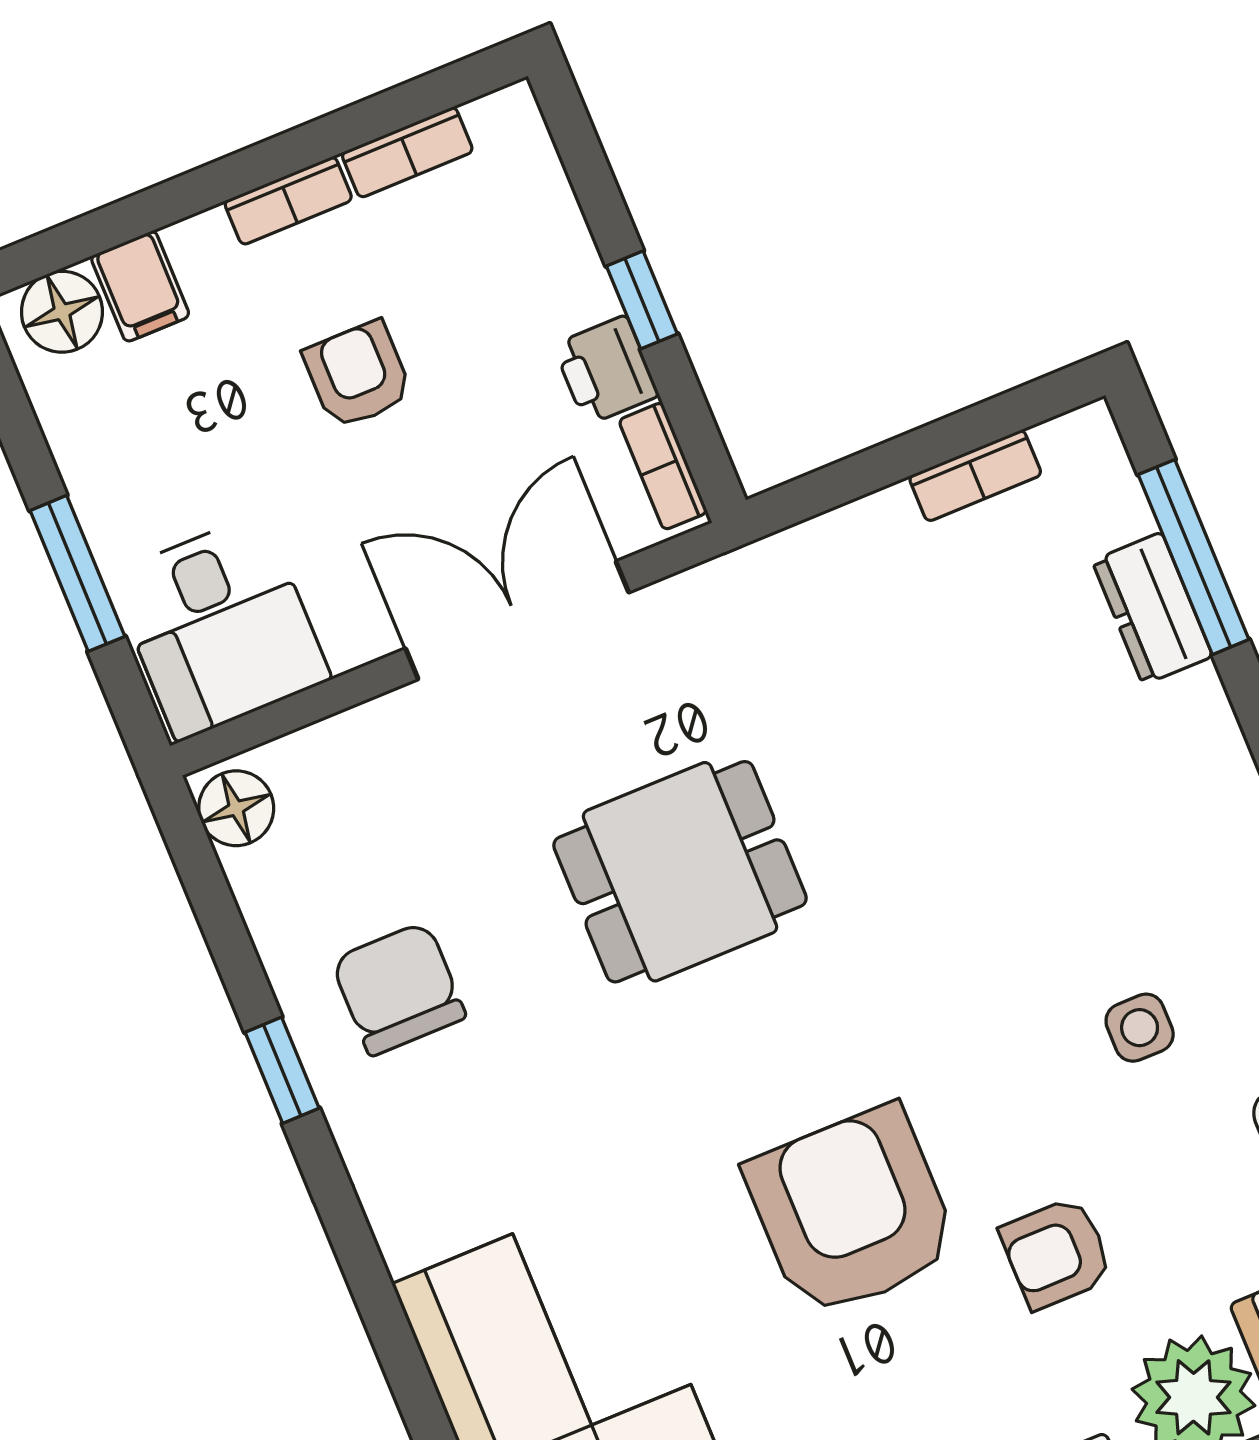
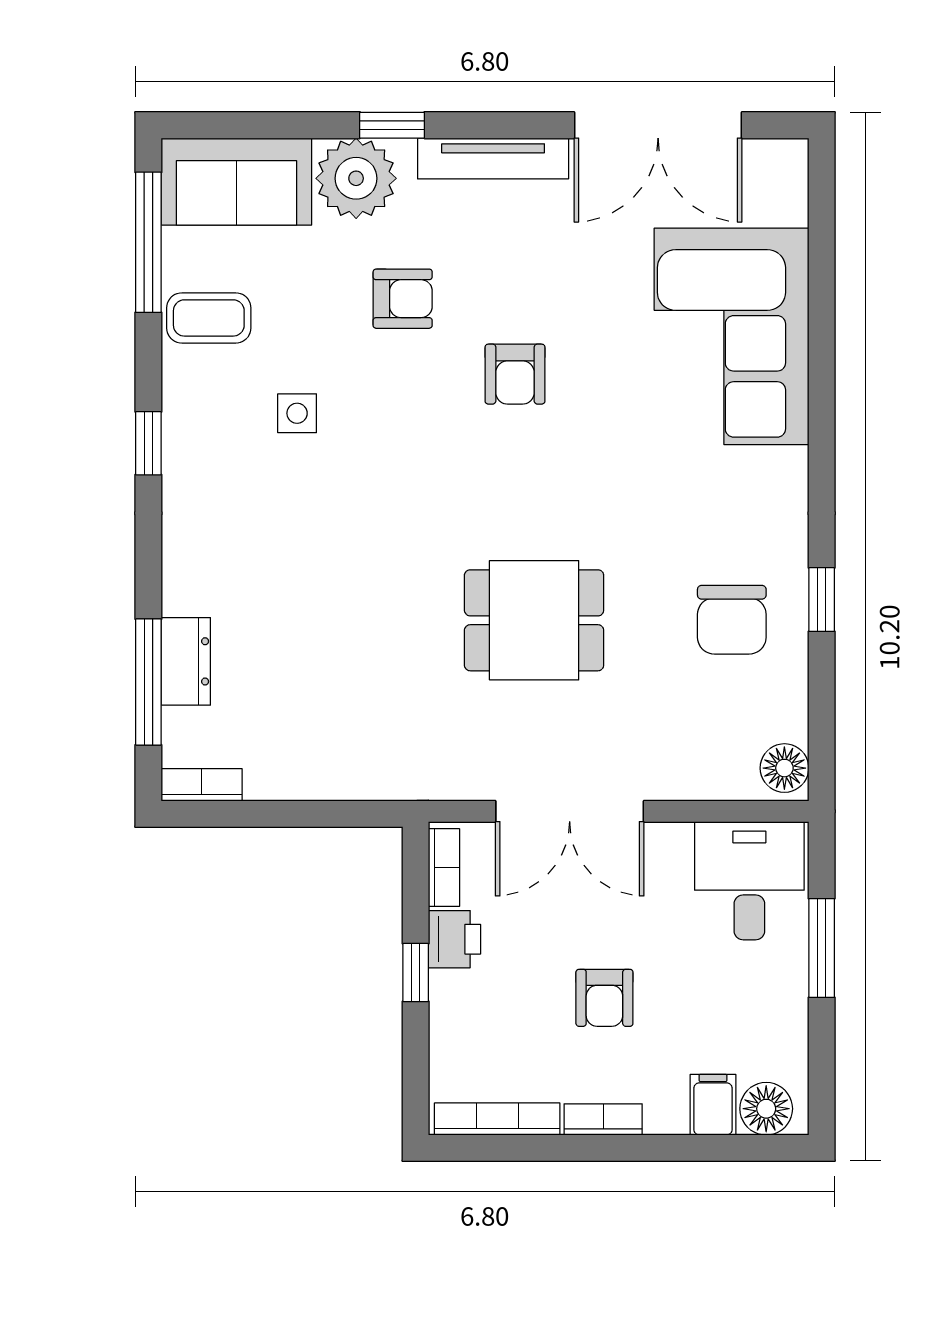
bookcase: (407, 152) -> (497, 1119), width x1.56
bookcase: (975, 476) -> (202, 785), moved
armchair: (852, 1212) -> (515, 374), width x0.53, depth x0.53

